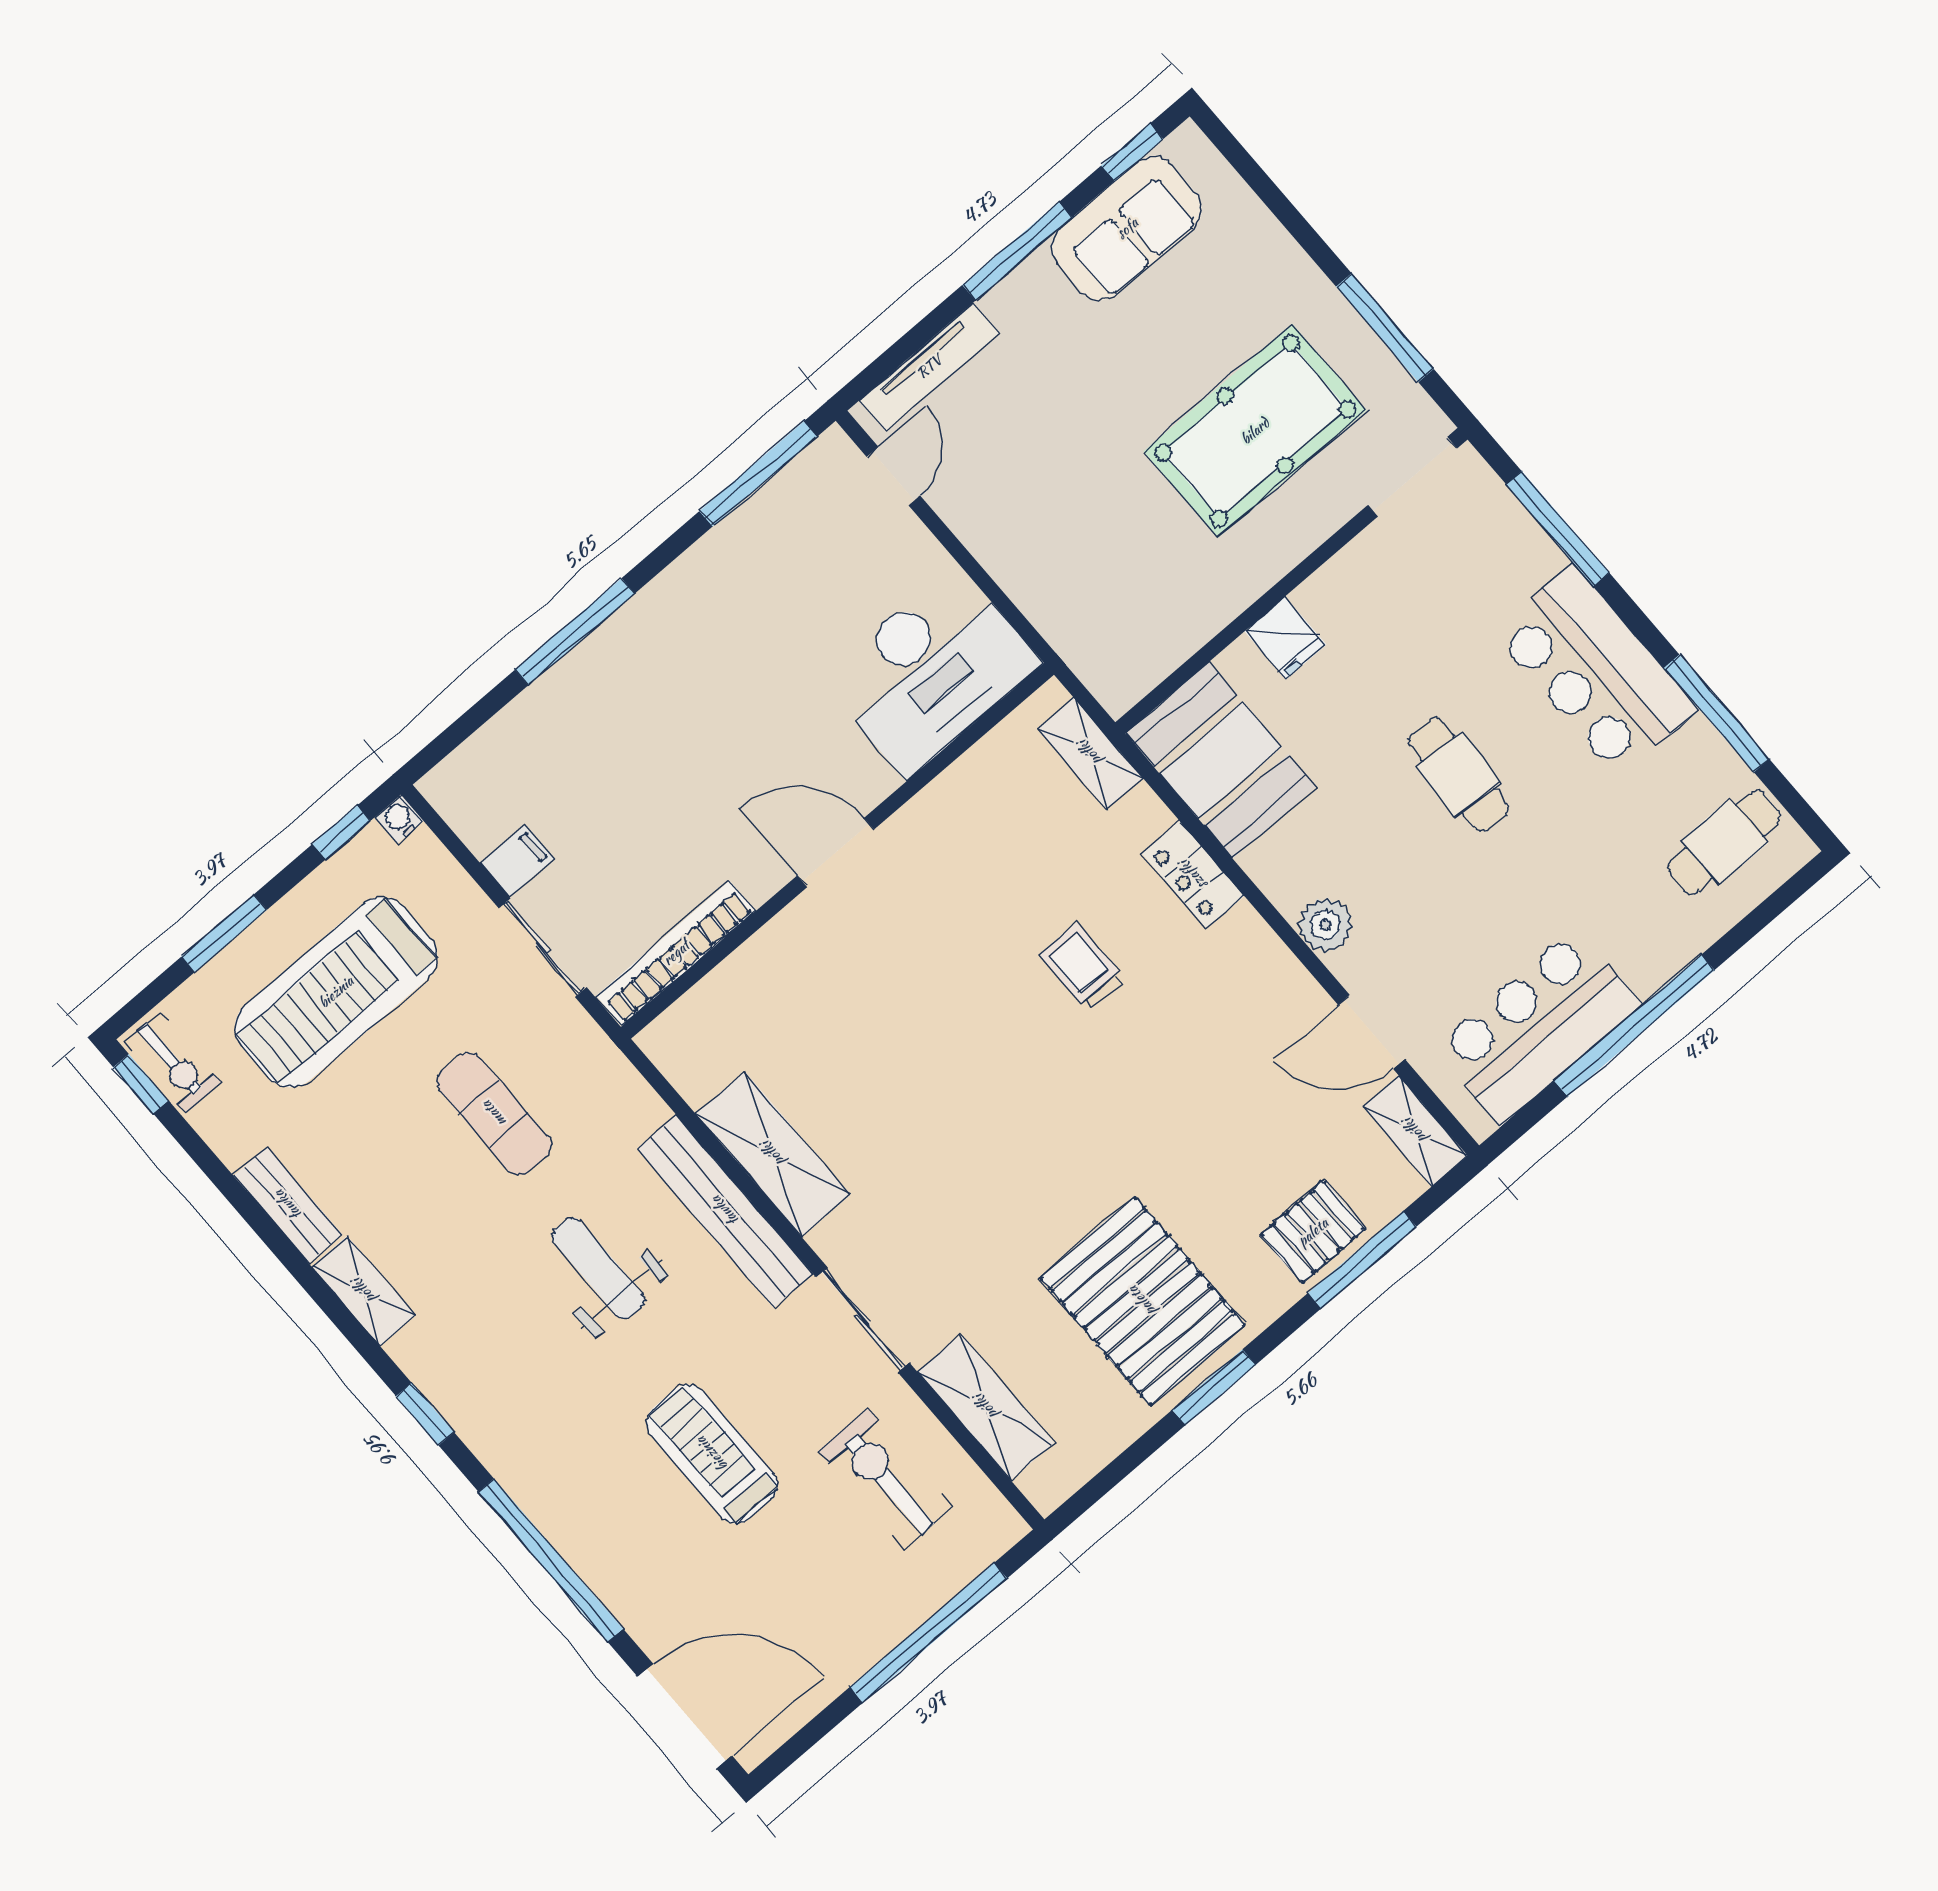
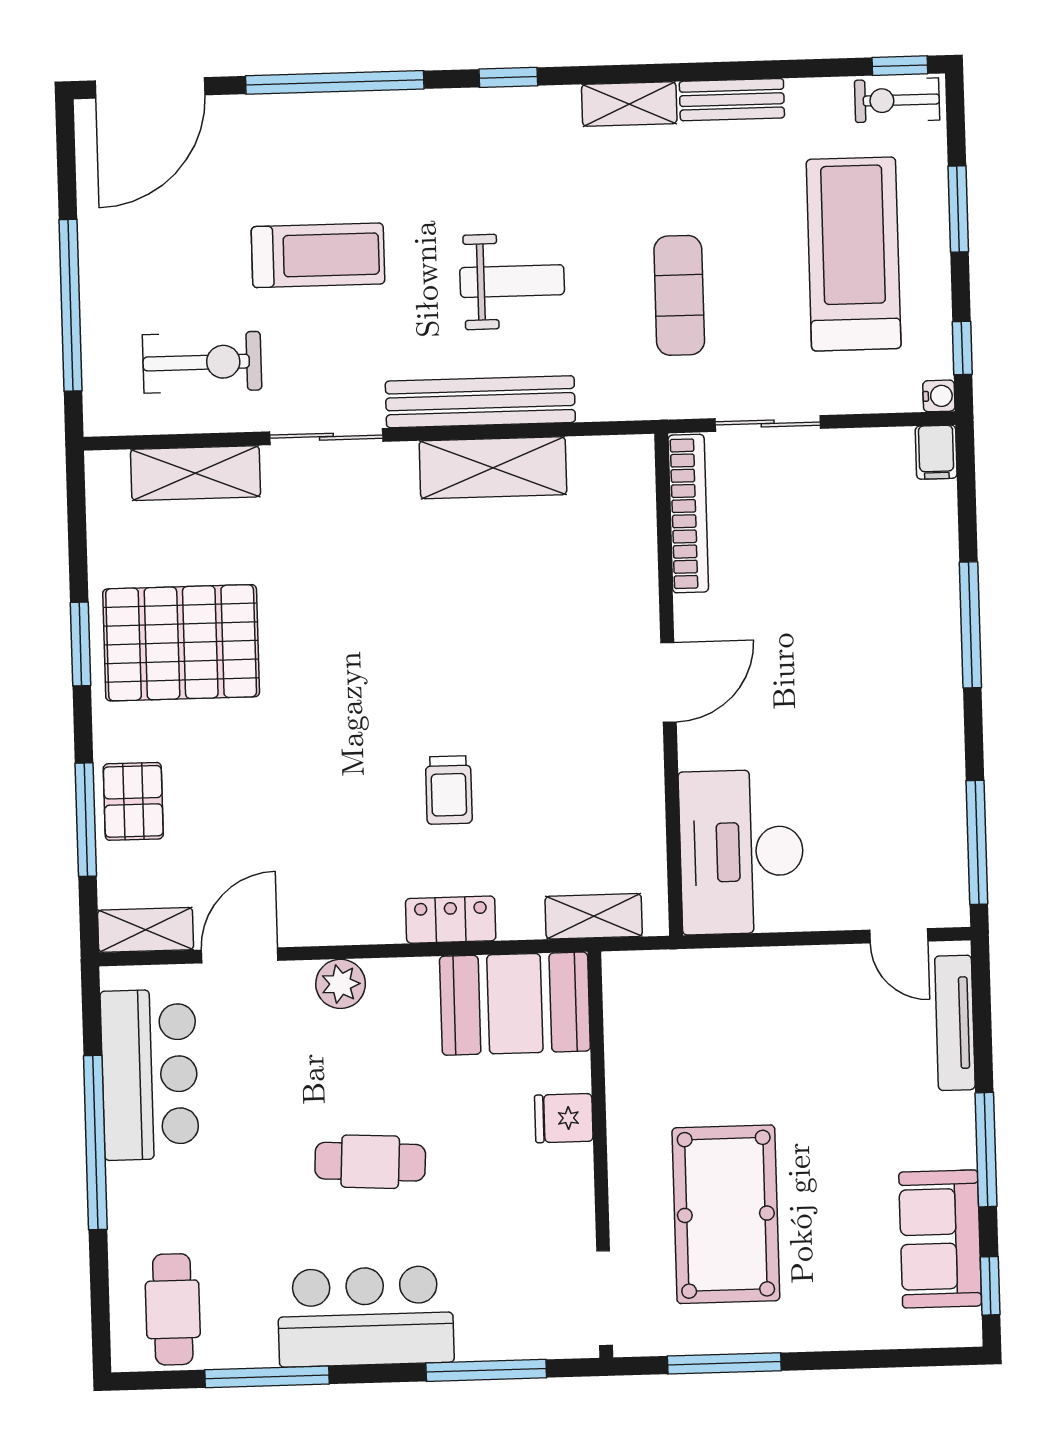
filing cabinet: (517, 861) -> (936, 452), moved
trolley: (1082, 967) -> (449, 790), turned 90
exercise mat: (494, 1114) -> (679, 295), turned 90

